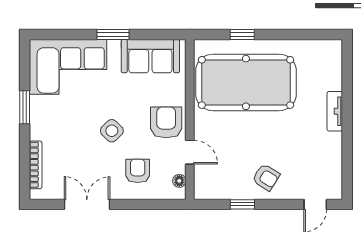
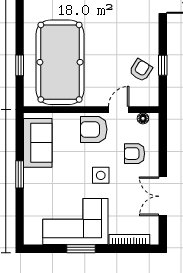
corner sofa: (68, 67) -> (75, 221), moved, turned -90
side table: (112, 131) -> (101, 175), turned 45
armchair: (266, 177) -> (141, 70), moved

